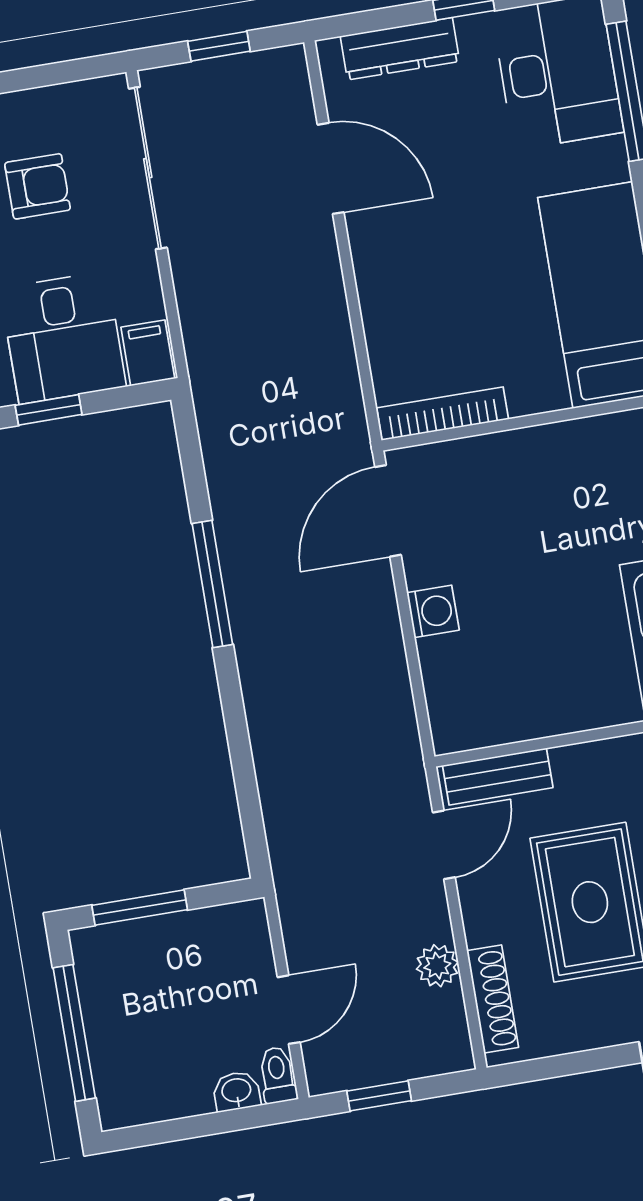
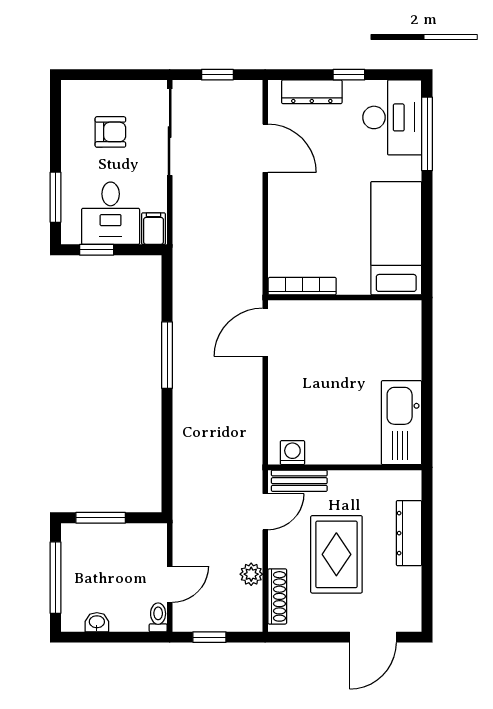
washing machine: (433, 611) -> (292, 453), moved, turned -90
washbasin: (236, 1091) -> (97, 622), moved

